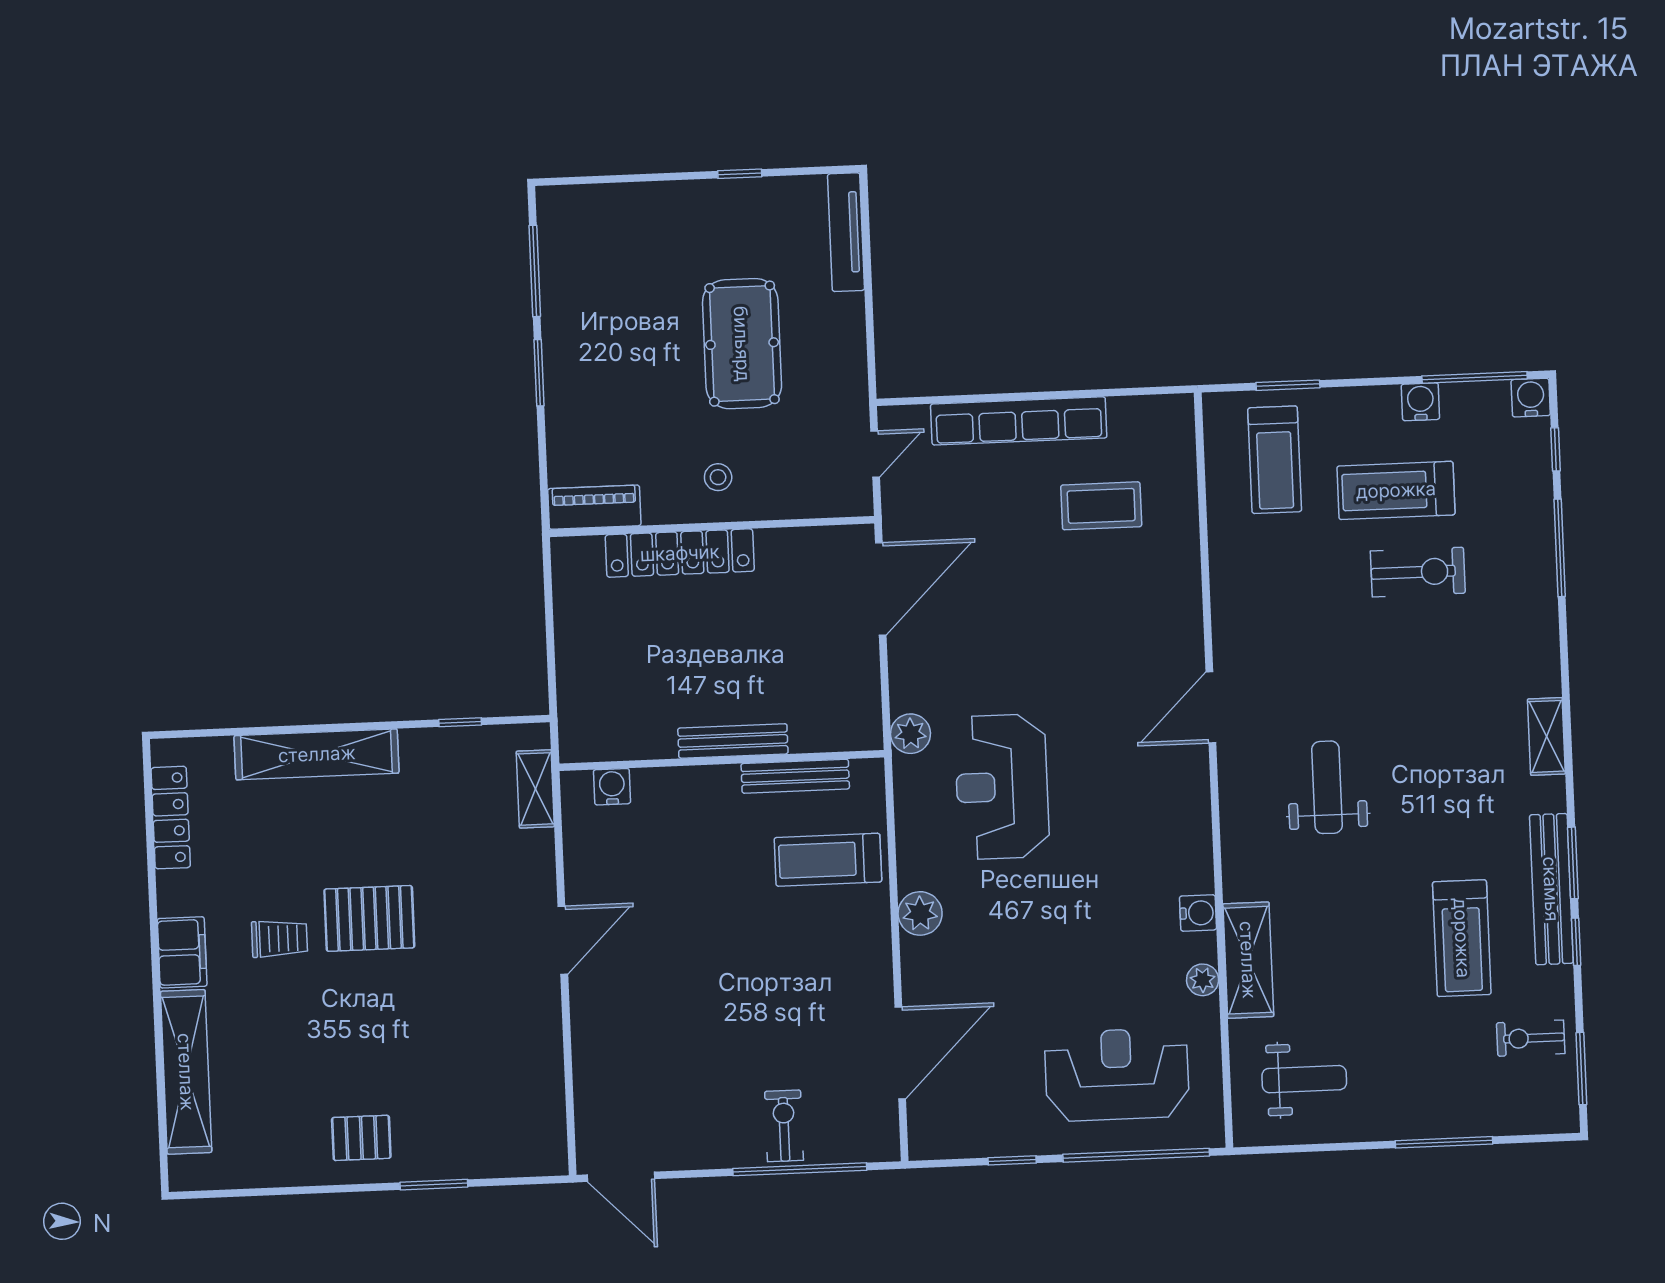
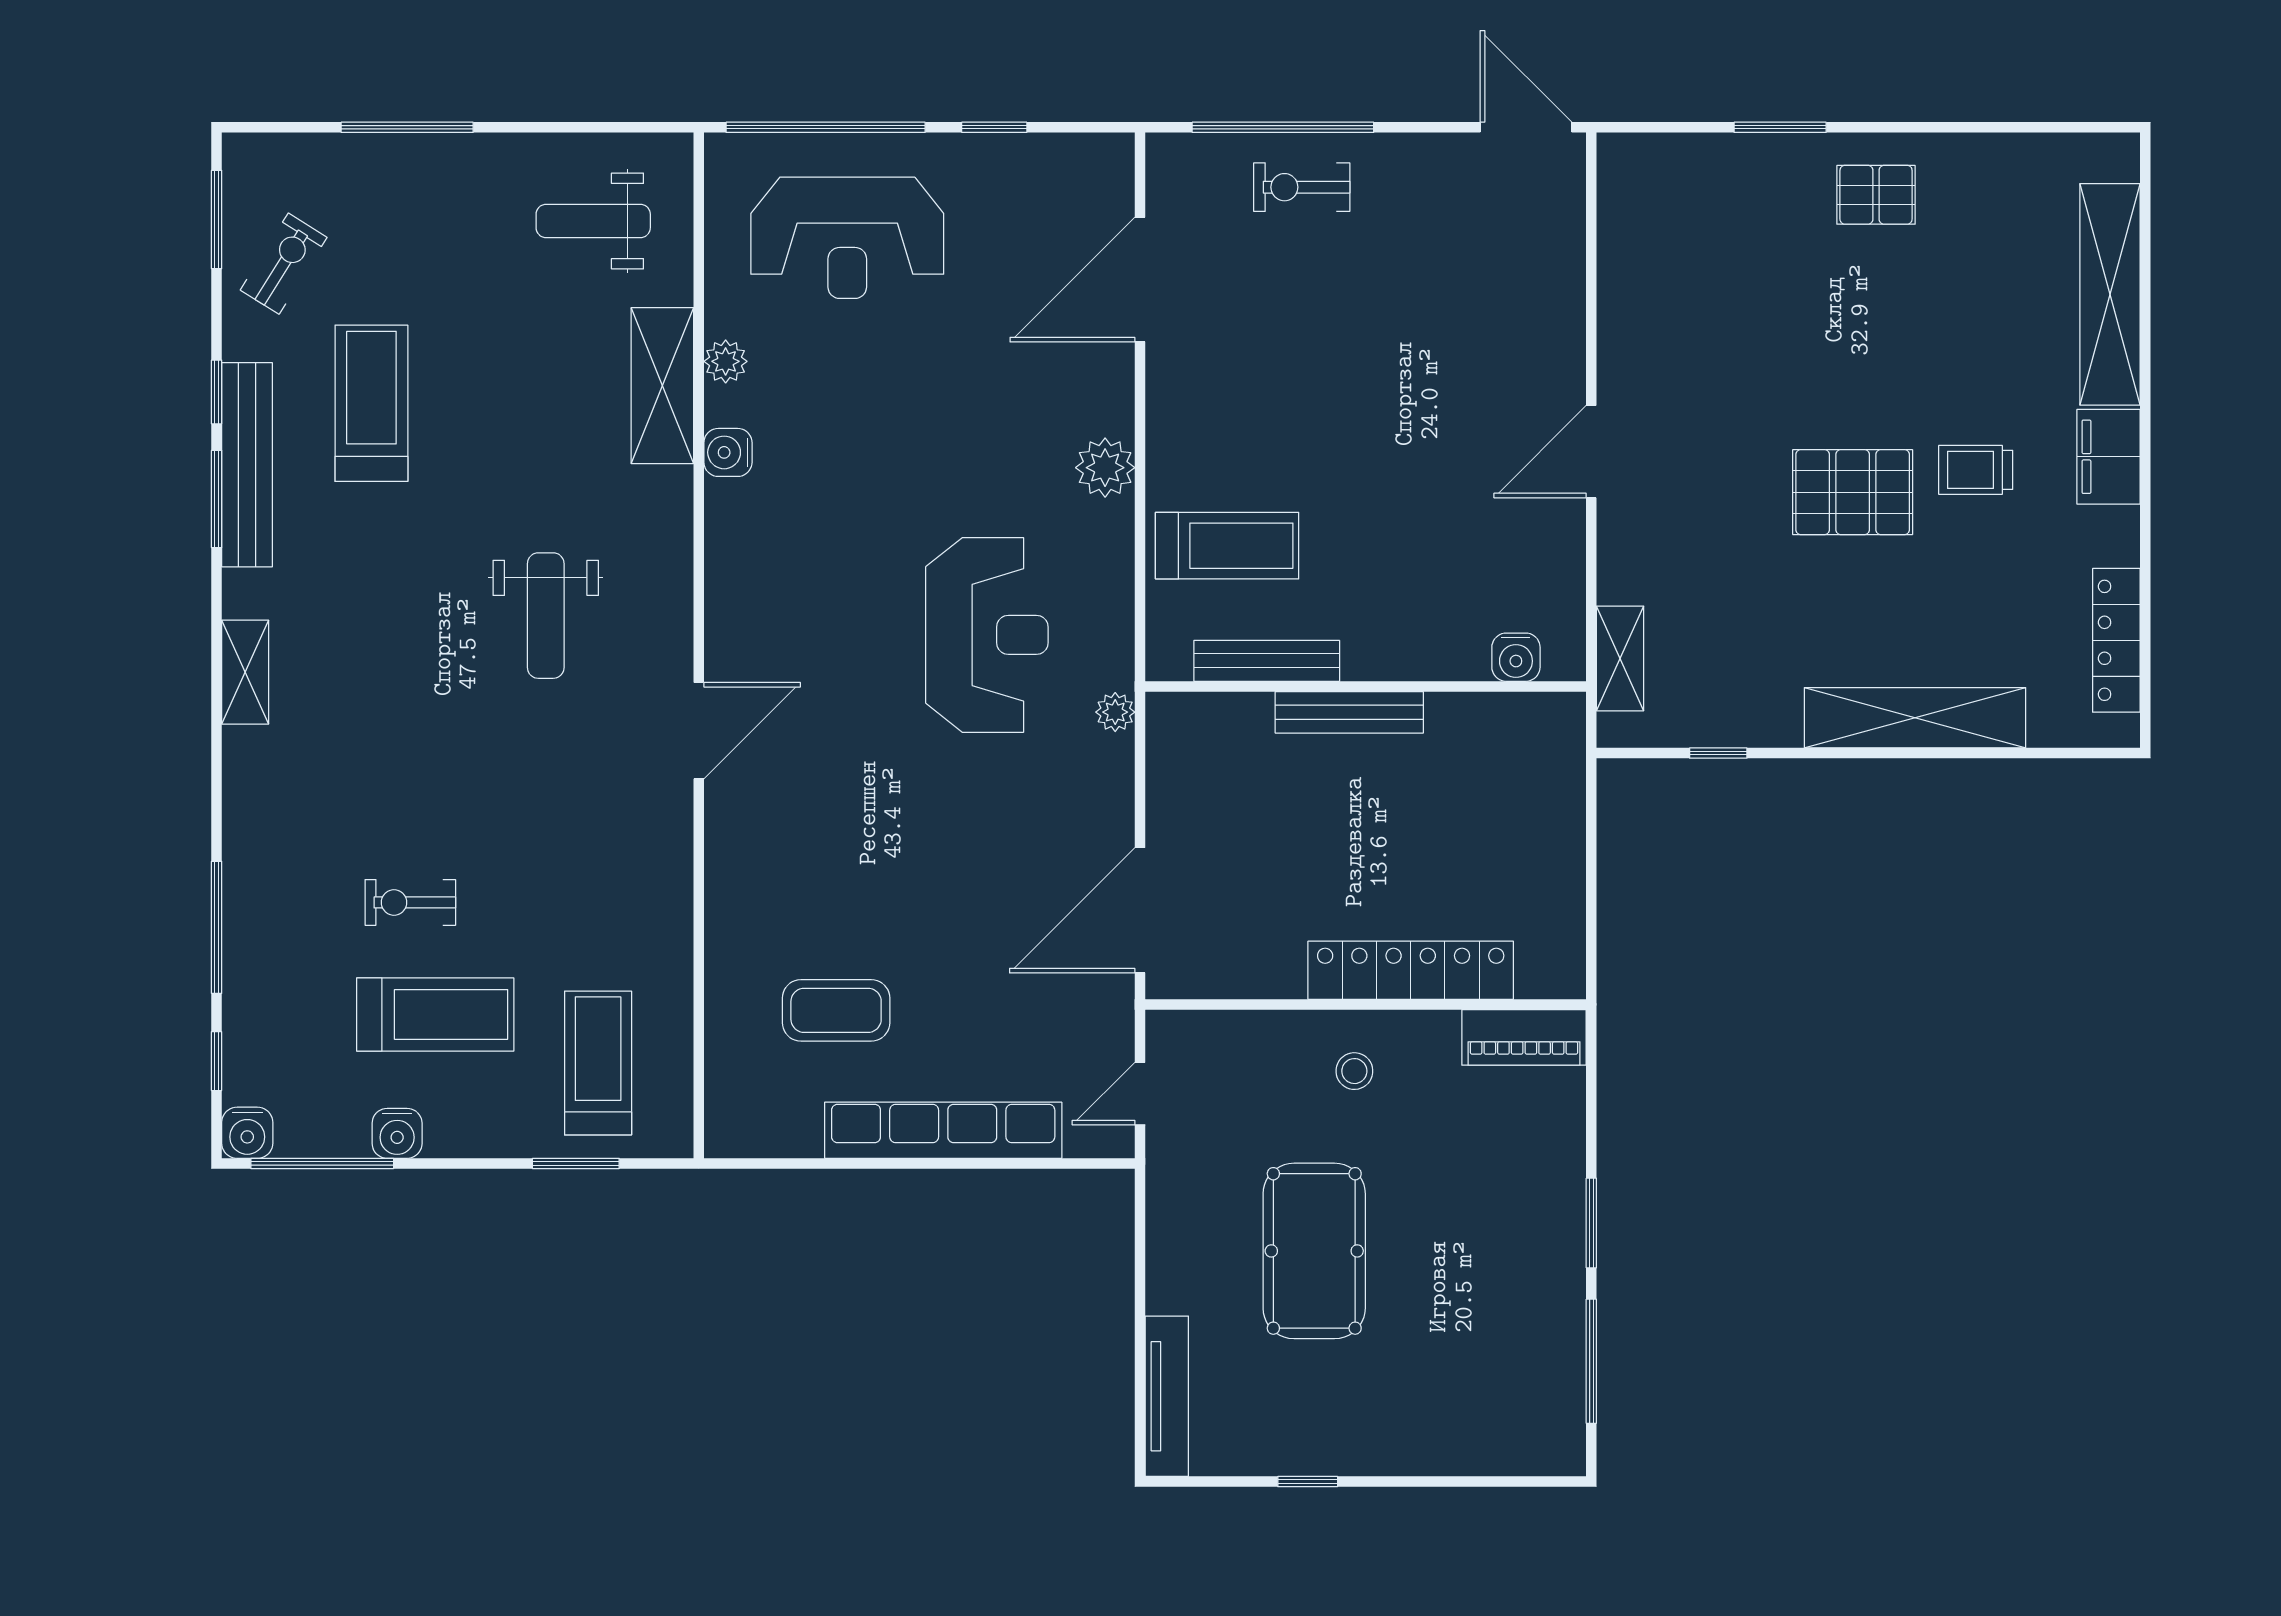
exercise bike: (1418, 572) -> (410, 902), width x0.73, depth x0.72
plant: (911, 734) -> (1115, 712), width x0.73, depth x0.73
exercise bike: (1531, 1038) -> (284, 264), turned -58
exercise bike: (784, 1126) -> (1302, 187), turned 90

